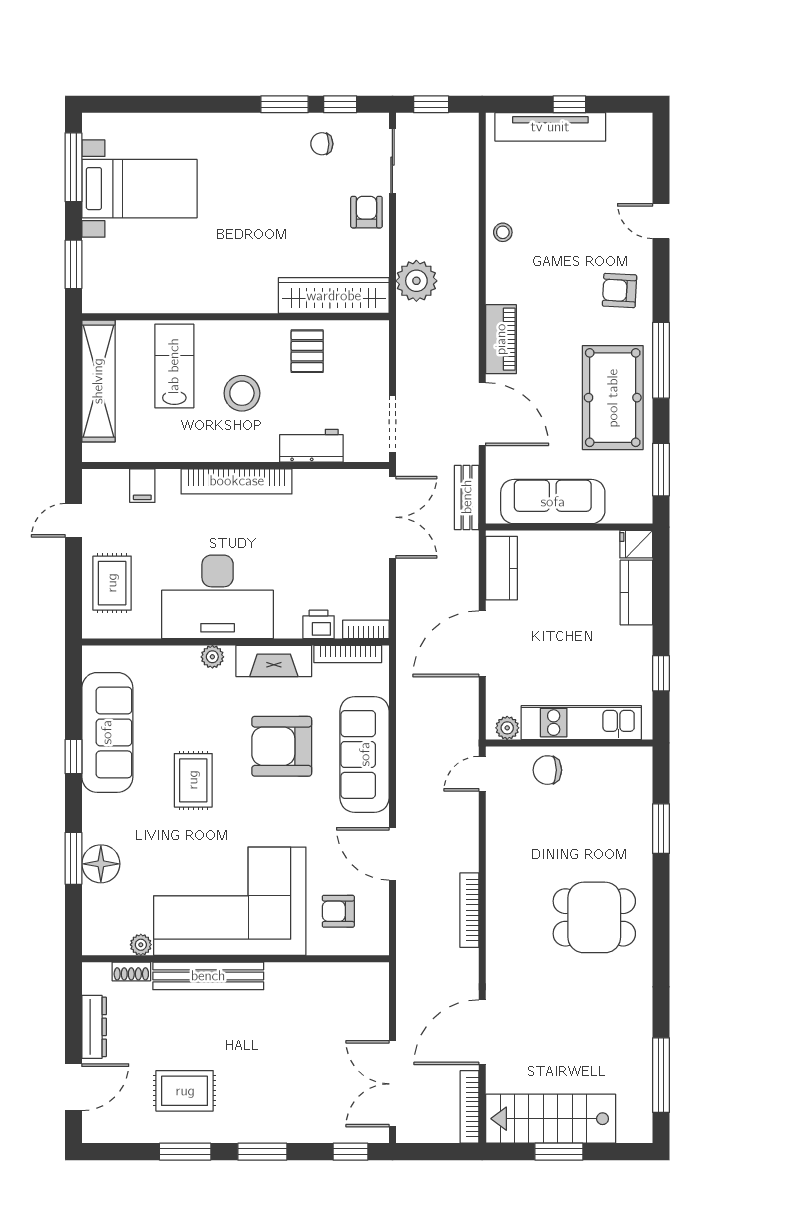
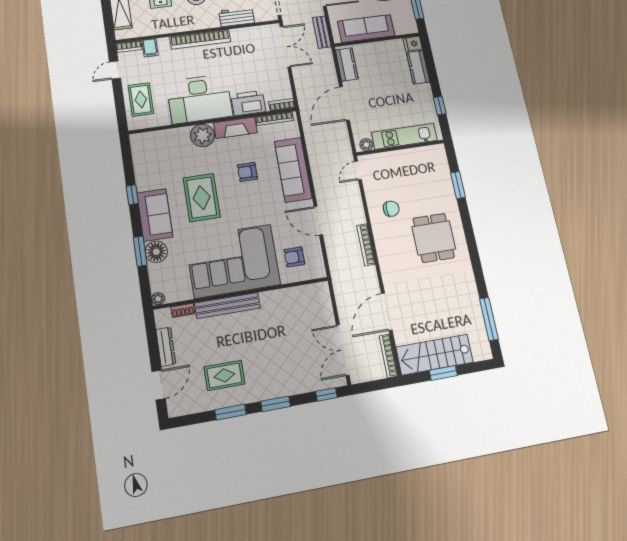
bookcase: (105, 478) -> (129, 46), added
printer: (319, 624) -> (248, 103), width x1.87, depth x1.48
plant: (212, 657) -> (202, 135), width x1.87, depth x1.87
sofa: (107, 732) -> (155, 215), moved, width x0.73
armchair: (282, 746) -> (247, 172), width x0.53, depth x0.53
chair: (547, 770) -> (391, 209), moved, turned 180
rug: (193, 780) -> (202, 198), width x1.36, depth x1.43
dining table: (594, 917) -> (434, 238), turned 90
plant: (141, 945) -> (158, 299), moved

